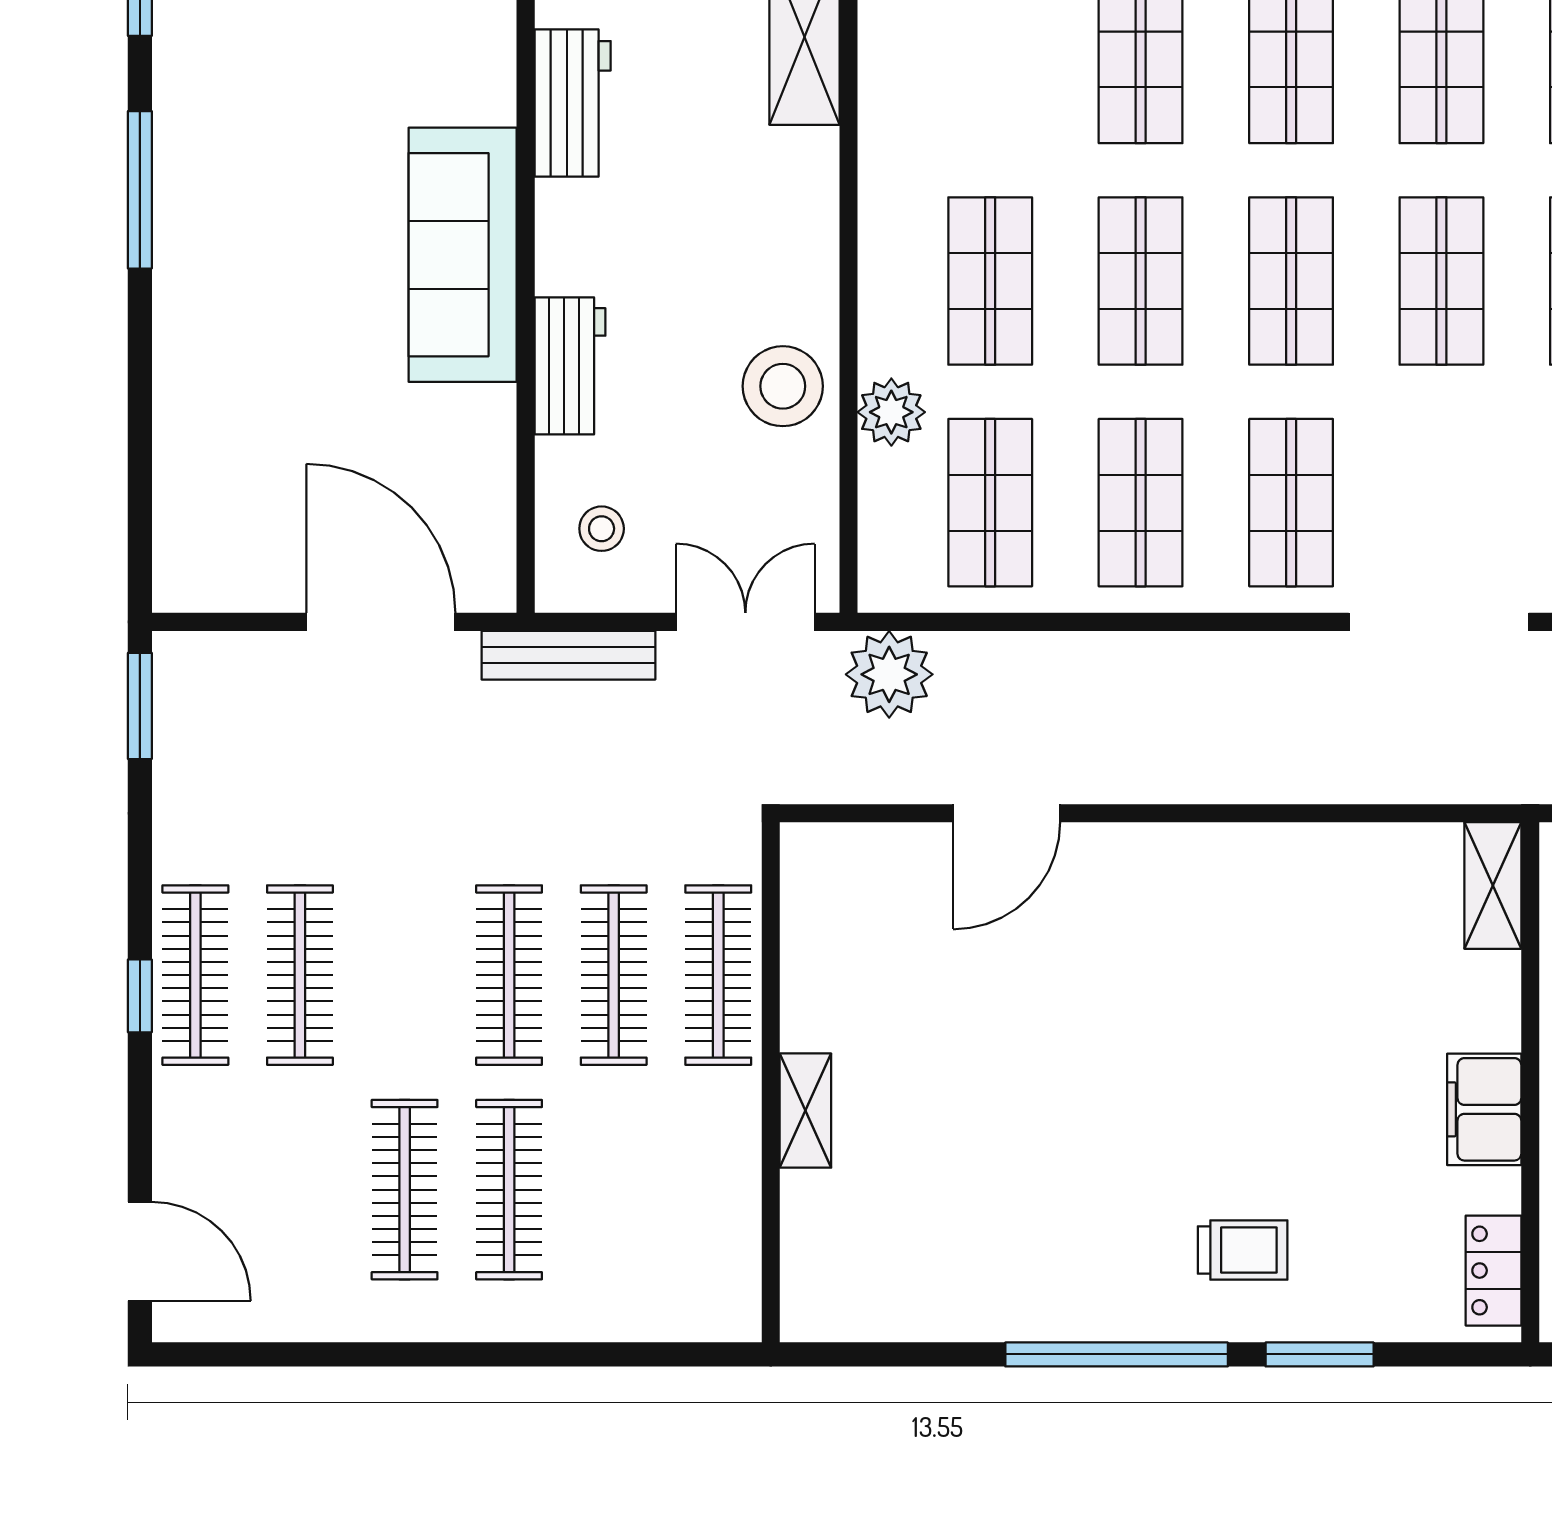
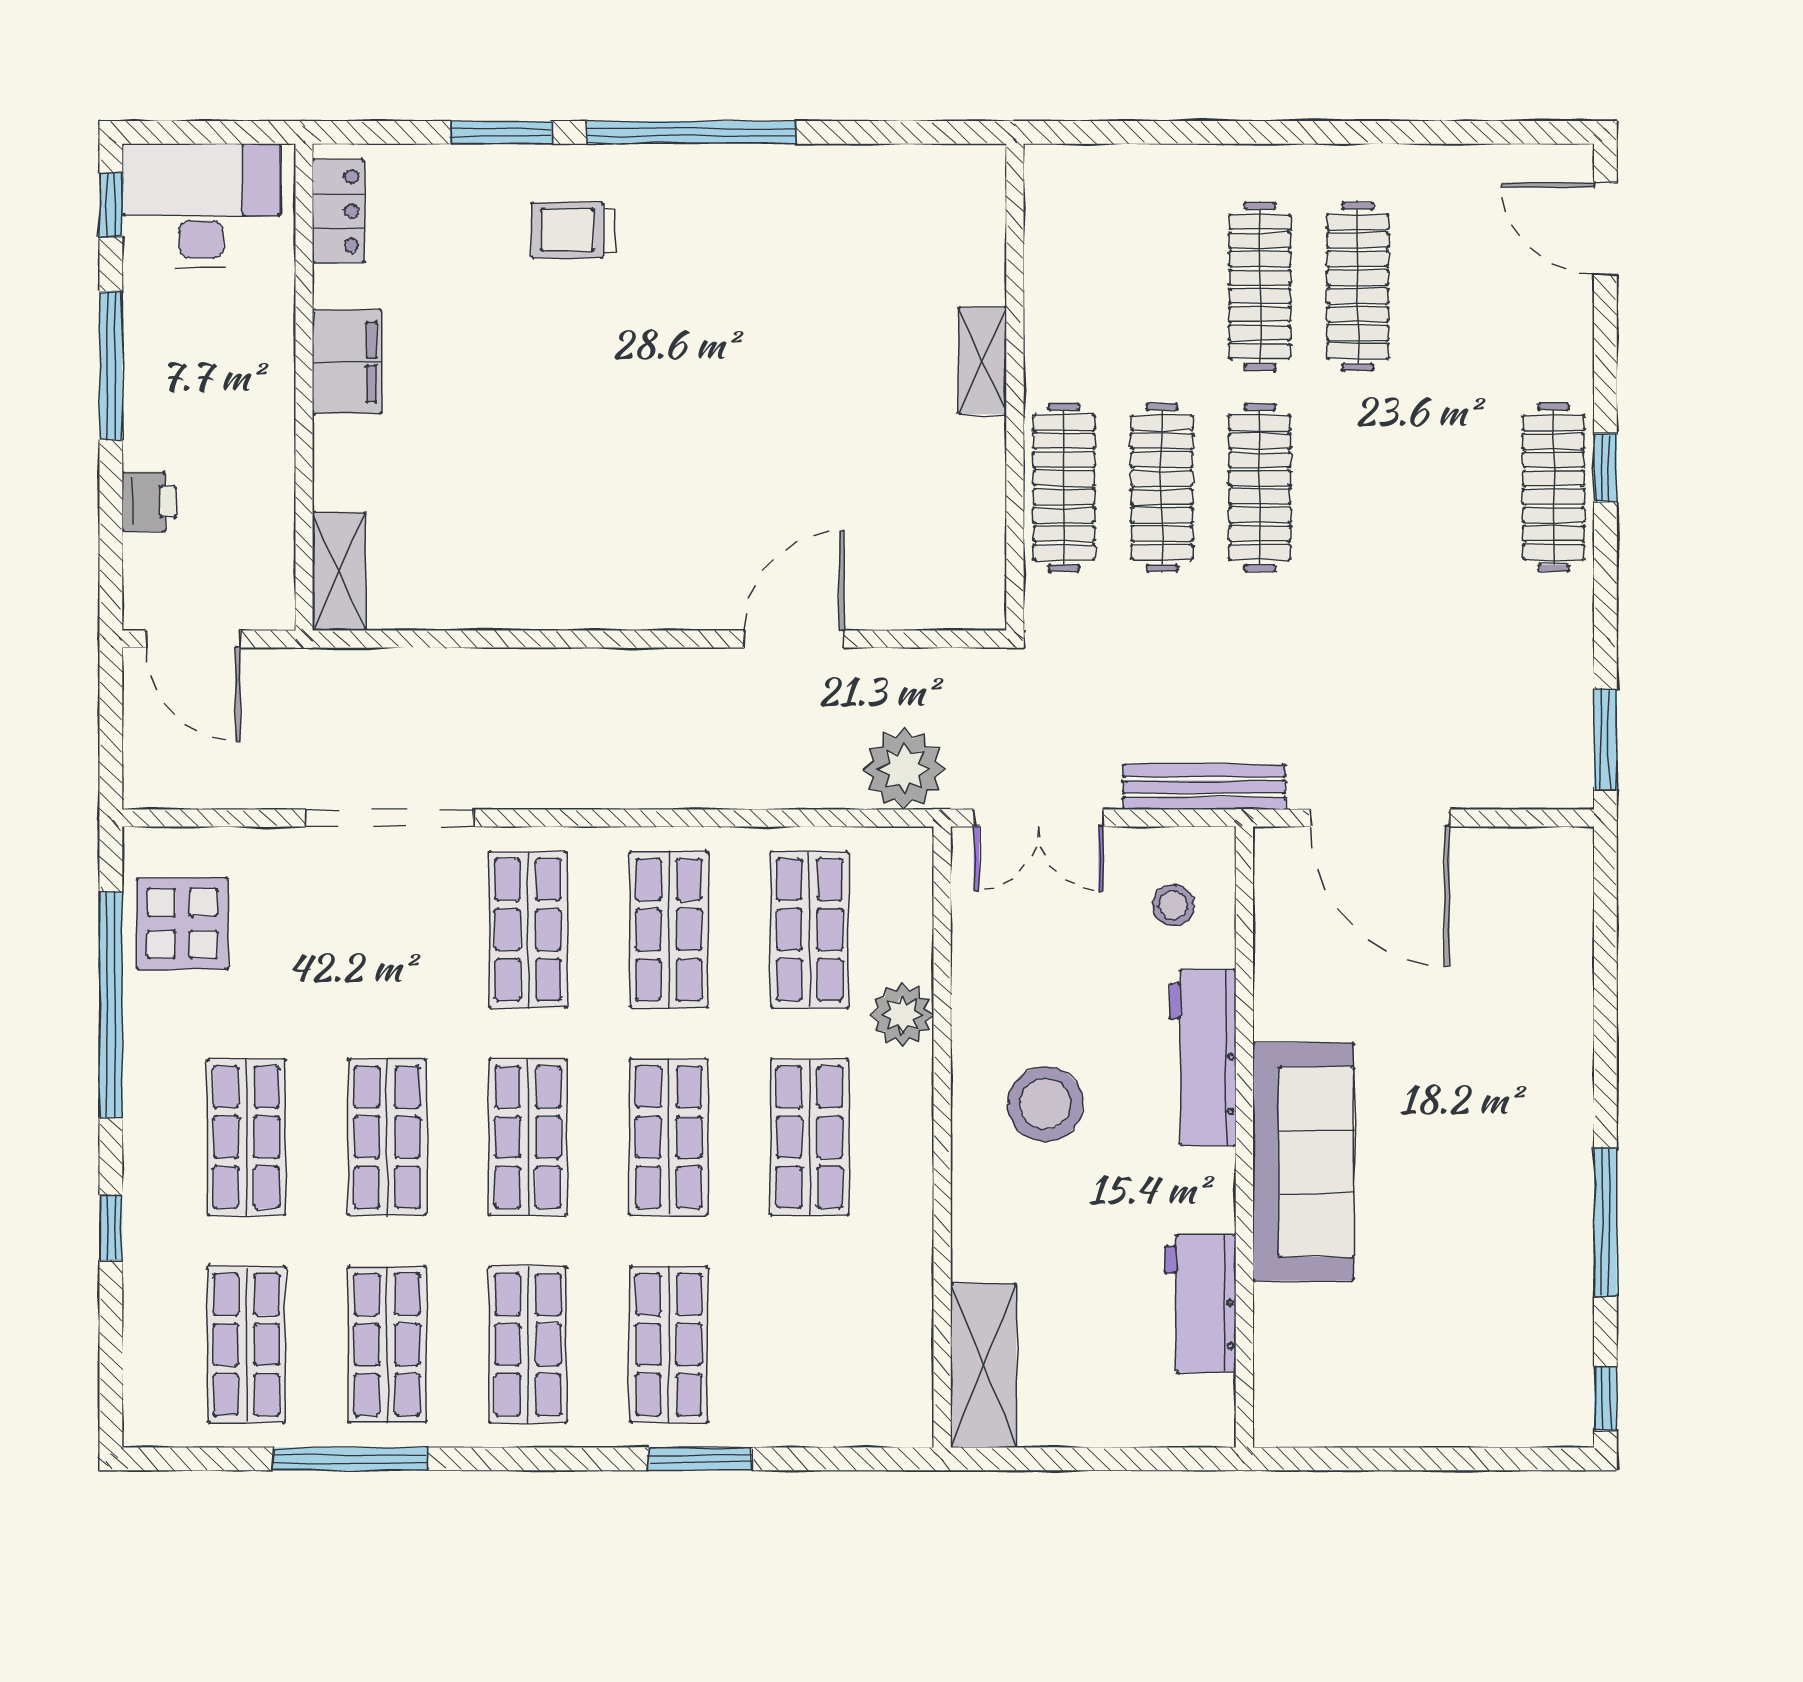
workbench: (570, 366) -> (1203, 1058), width x1.38
stool: (783, 386) -> (1045, 1104), moved
clothes rail: (300, 975) -> (1456, 487), removed

